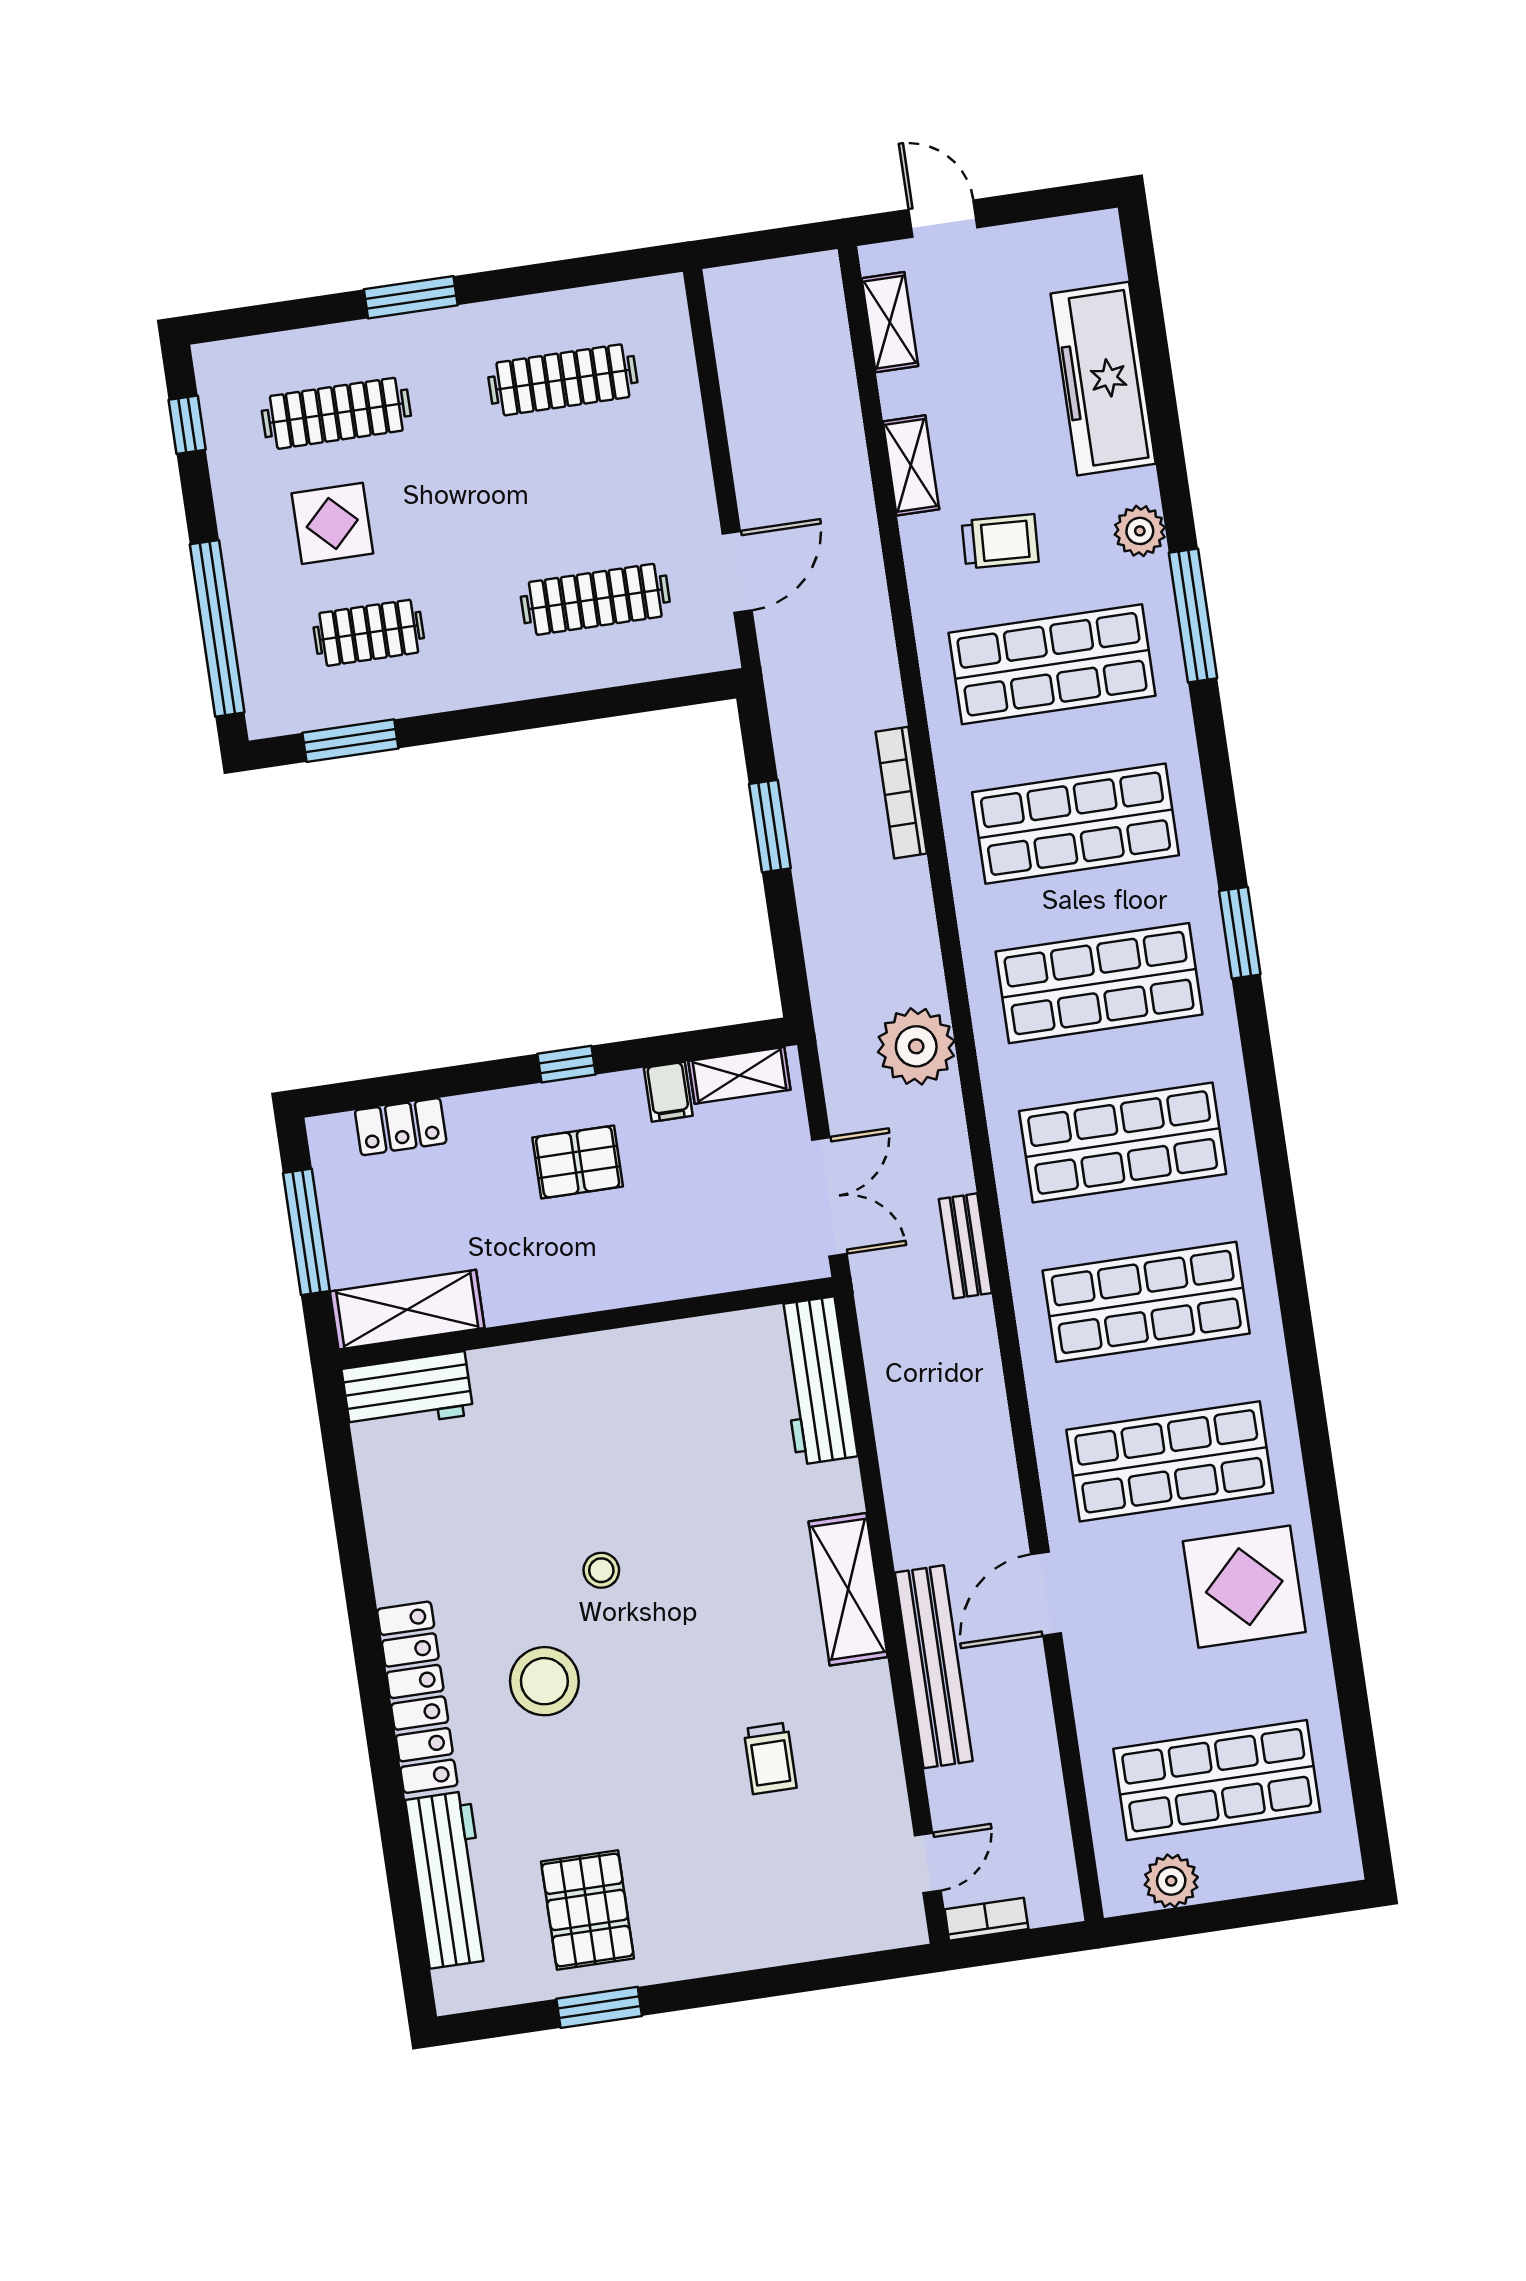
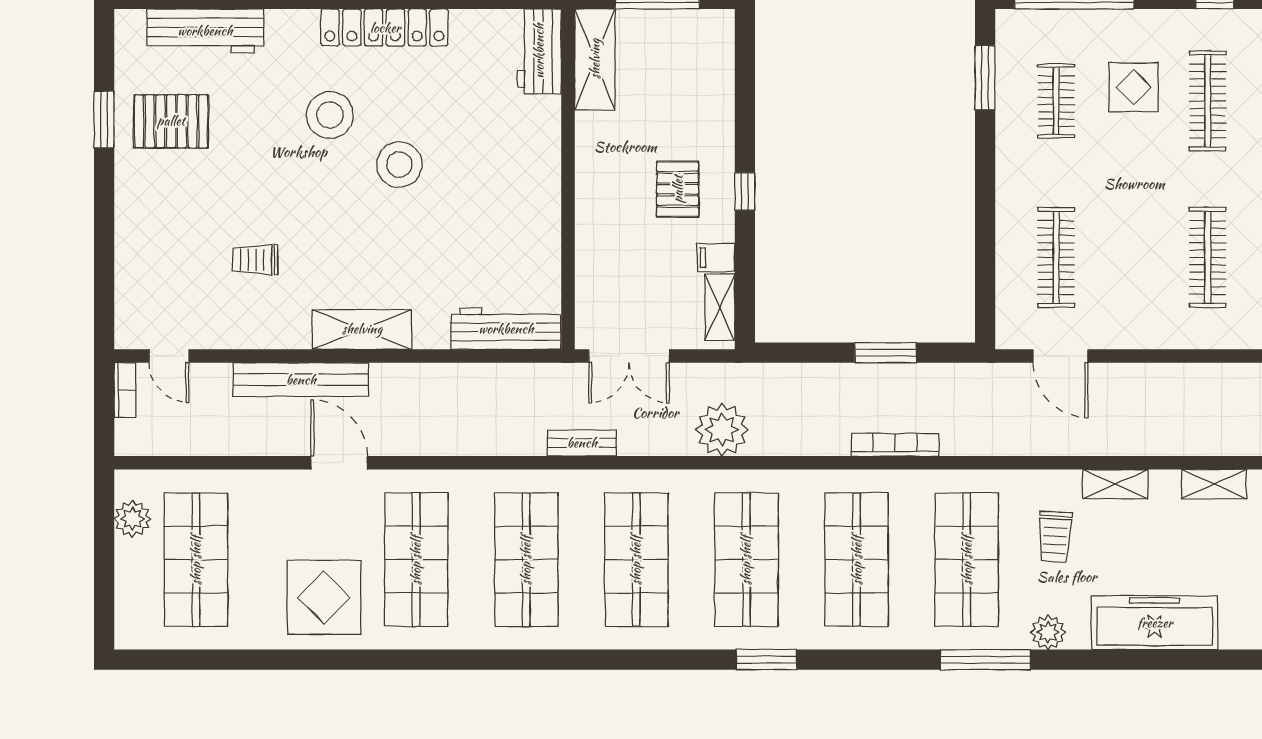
locker: (401, 1127) -> (719, 73), removed
stool: (601, 1570) -> (399, 165), width x1.89, depth x1.89
locker: (417, 1697) -> (385, 28), moved

